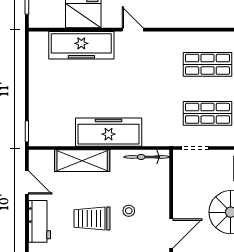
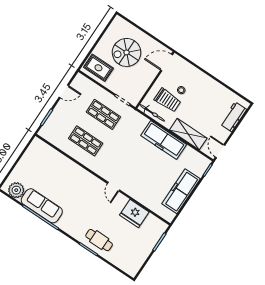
freezer: (81, 45) -> (181, 191), moved, turned -90
door: (27, 182) -> (220, 151), moved
trolley: (92, 219) -> (168, 100), moved

